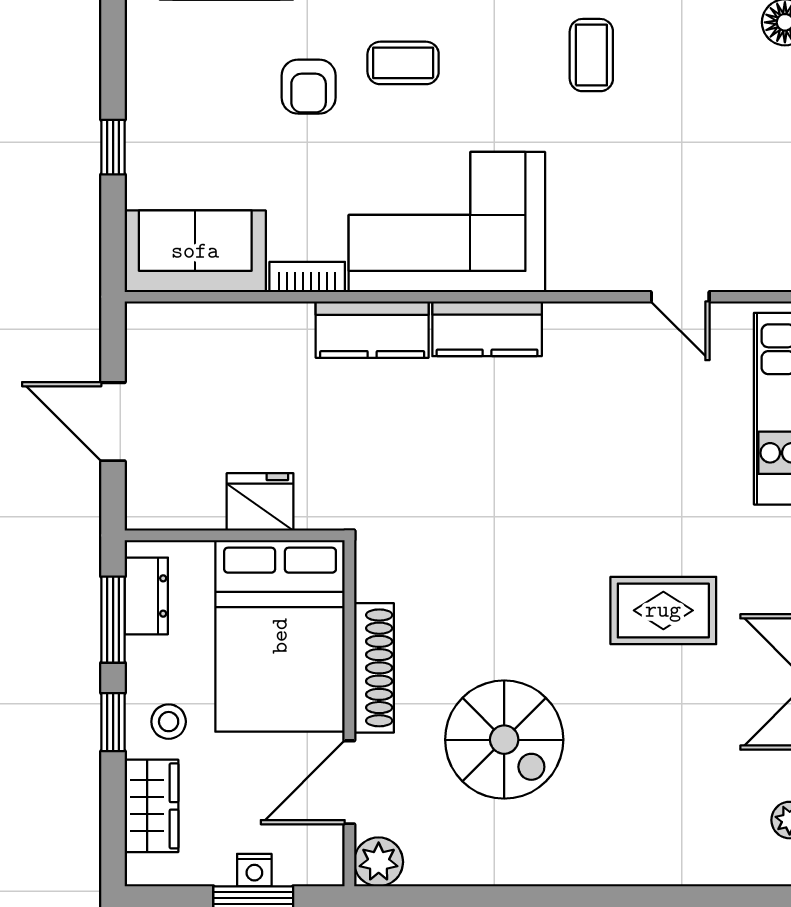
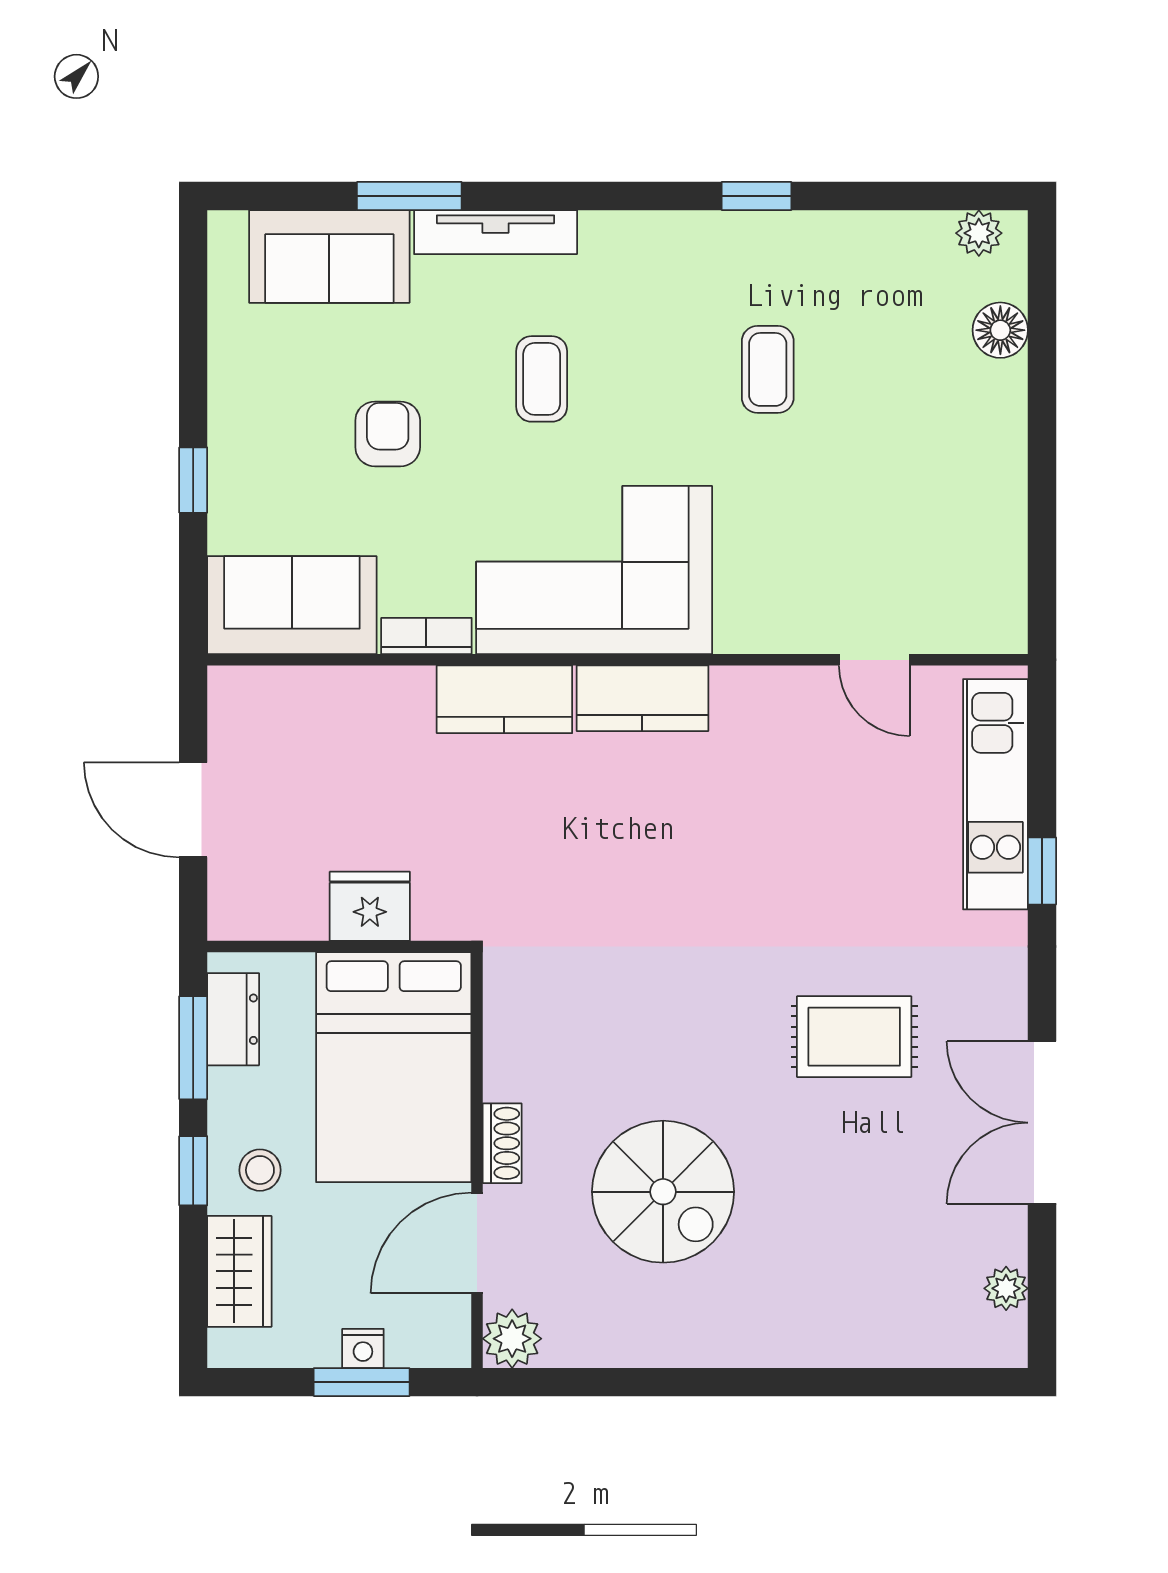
coffee table: (403, 63) -> (542, 379), turned 90
armchair: (309, 87) -> (388, 434), moved, turned 180
shoe rack: (374, 668) -> (502, 1143), width x0.51, depth x0.81

